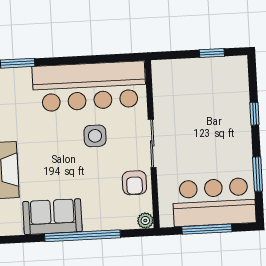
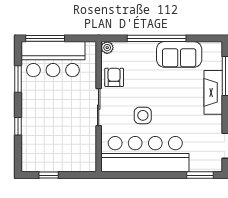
window: (207, 229) -> (45, 38), moved

